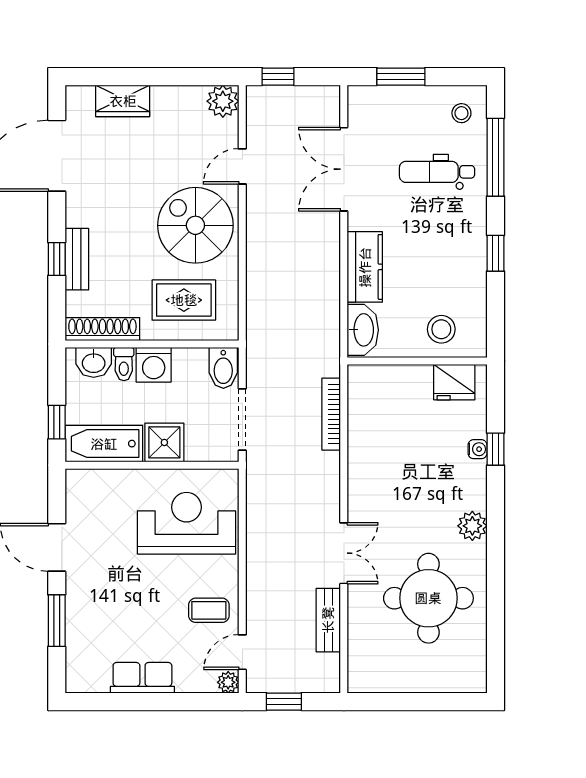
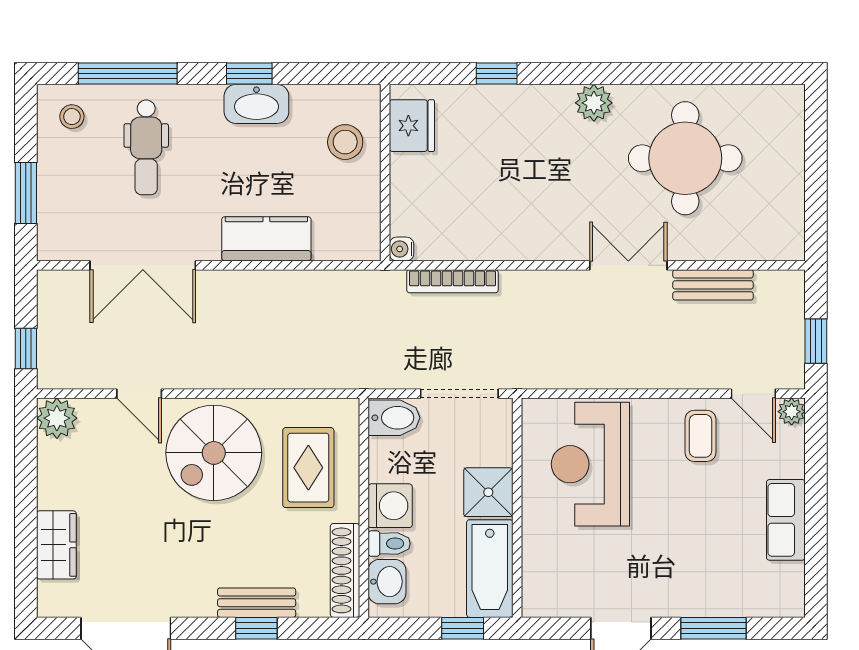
washbasin: (363, 330) -> (256, 104), moved, turned 180
water cooler: (478, 449) -> (402, 249), moved, turned -90

